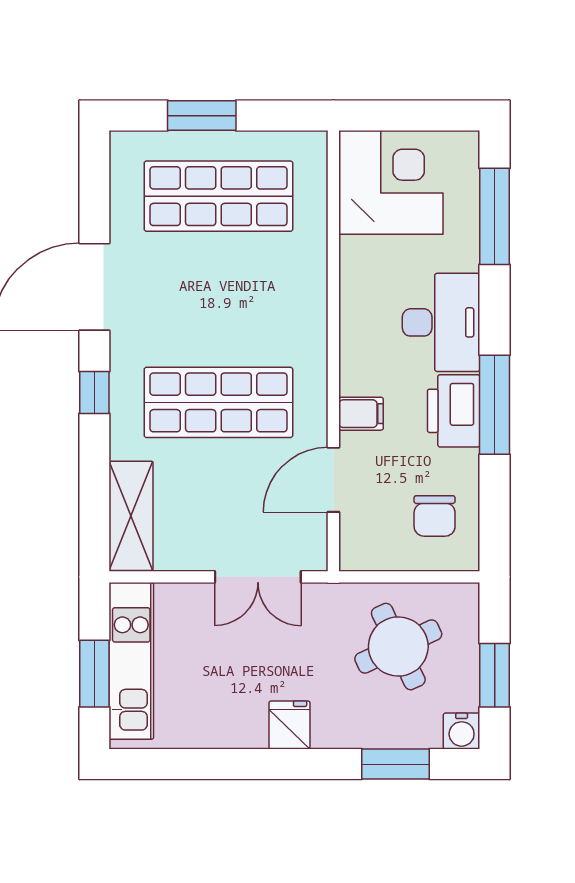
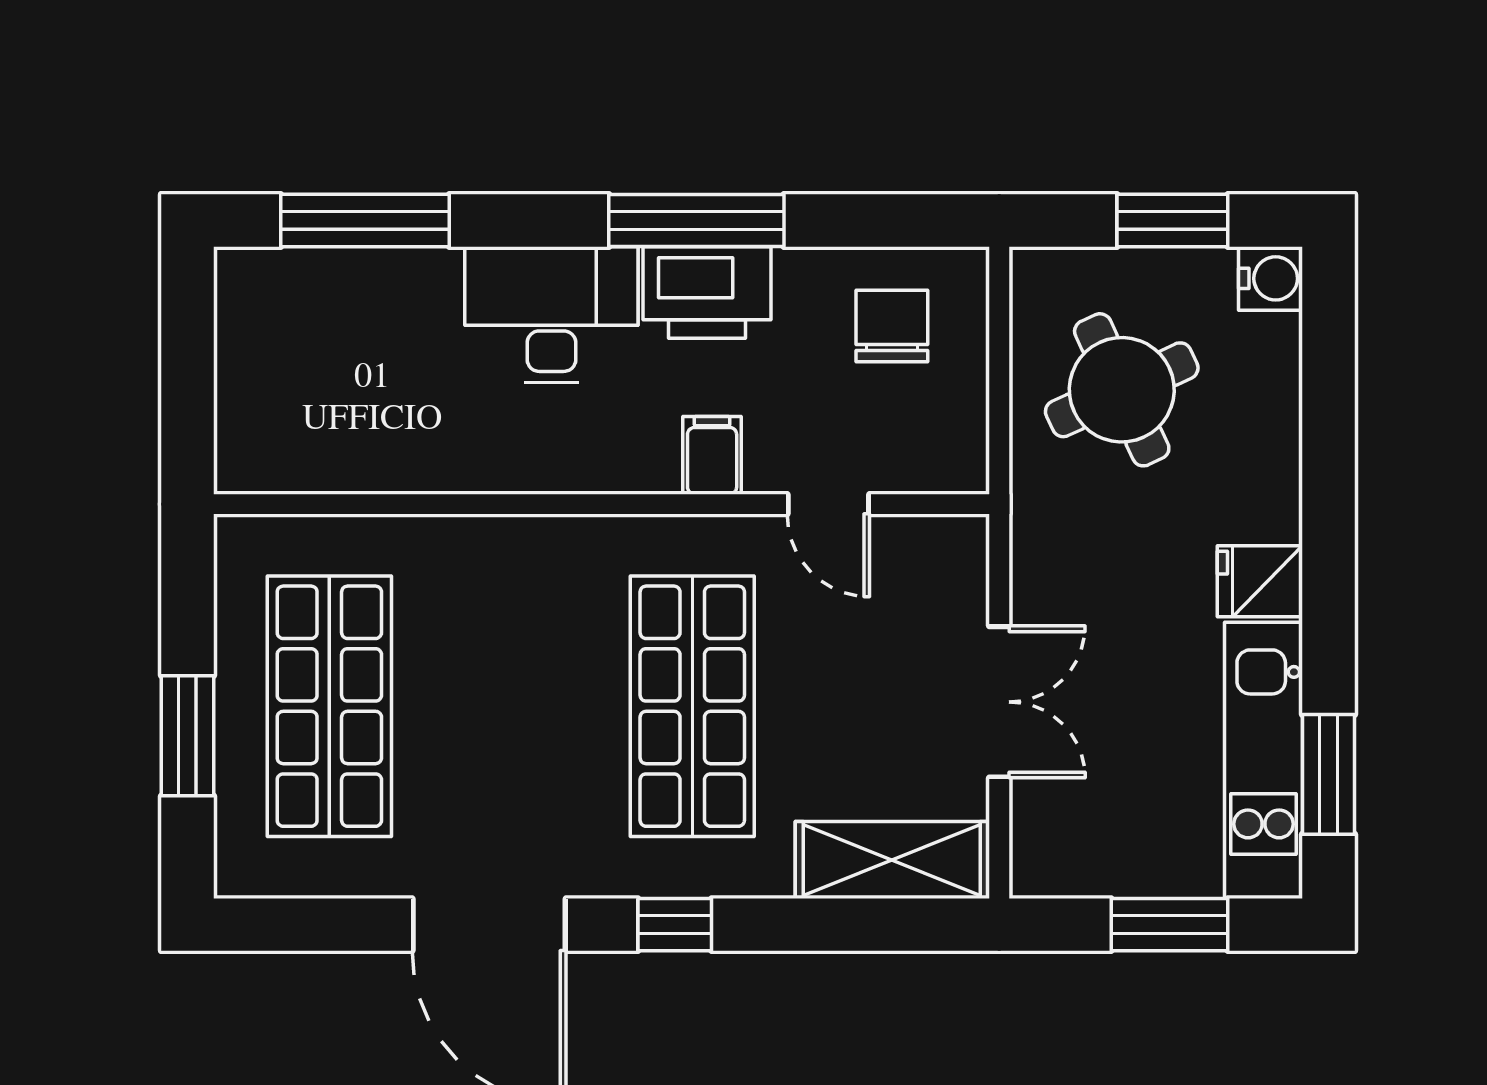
corner desk: (391, 182) -> (305, 403), removed
door: (333, 480) -> (828, 504), width x0.73
chair: (435, 516) -> (892, 326), turned -90
double door: (258, 577) -> (999, 702), moved
kitchen unit: (131, 661) -> (1264, 760), moved, turned -90
window: (395, 764) -> (1329, 774), moved

